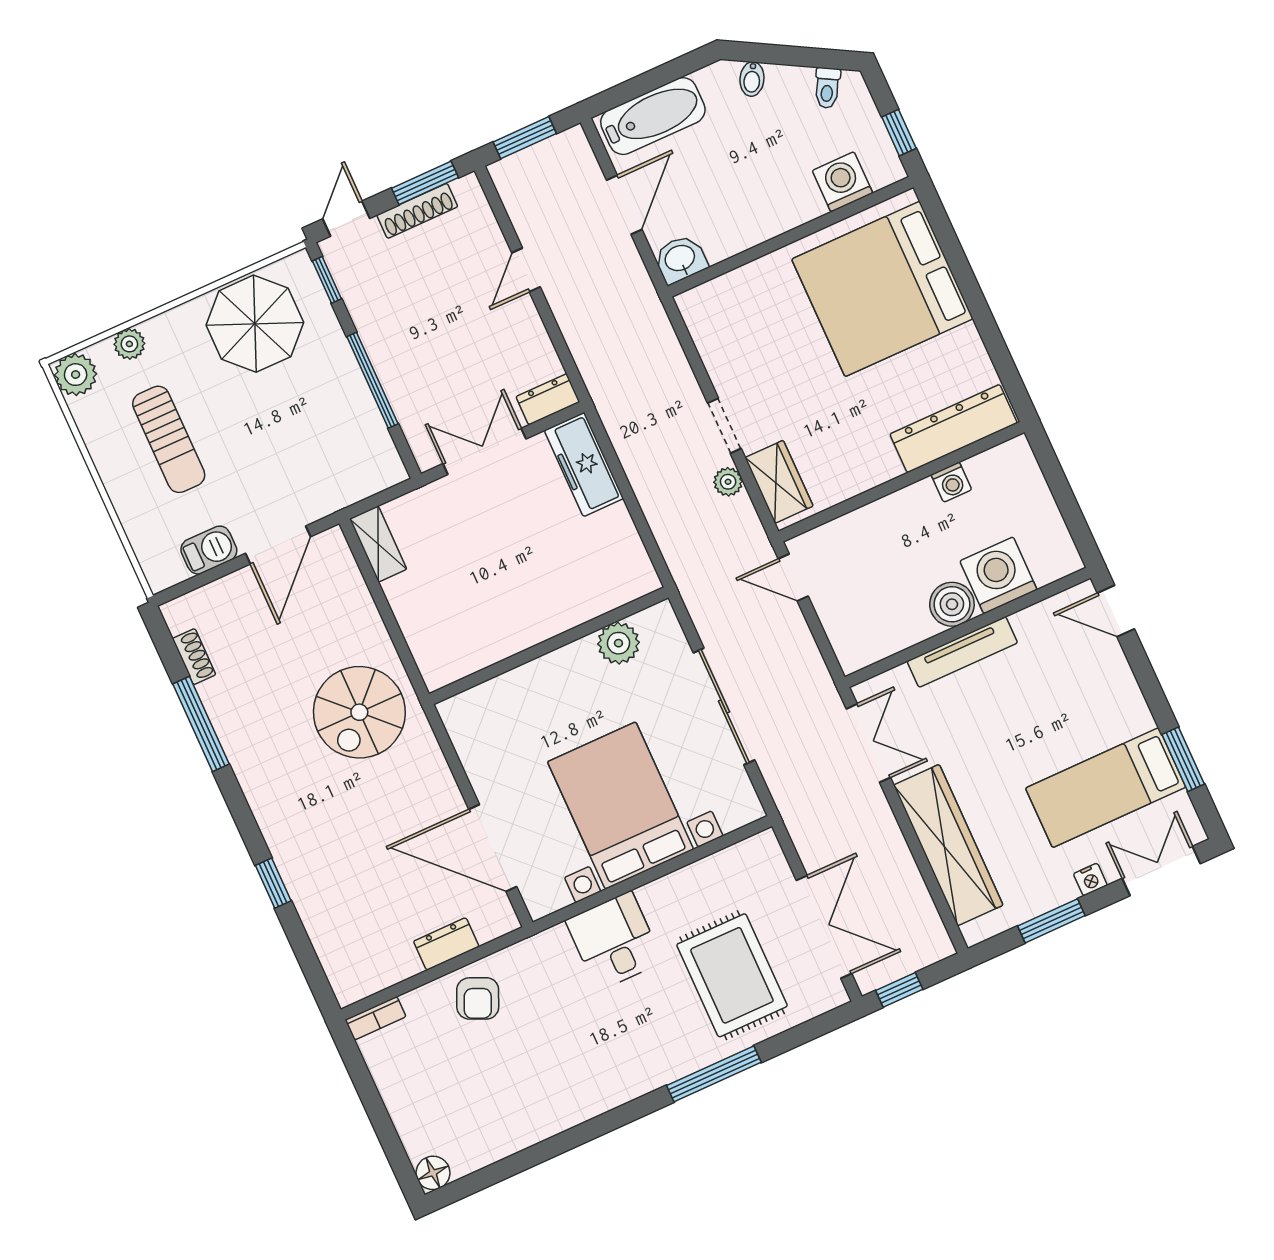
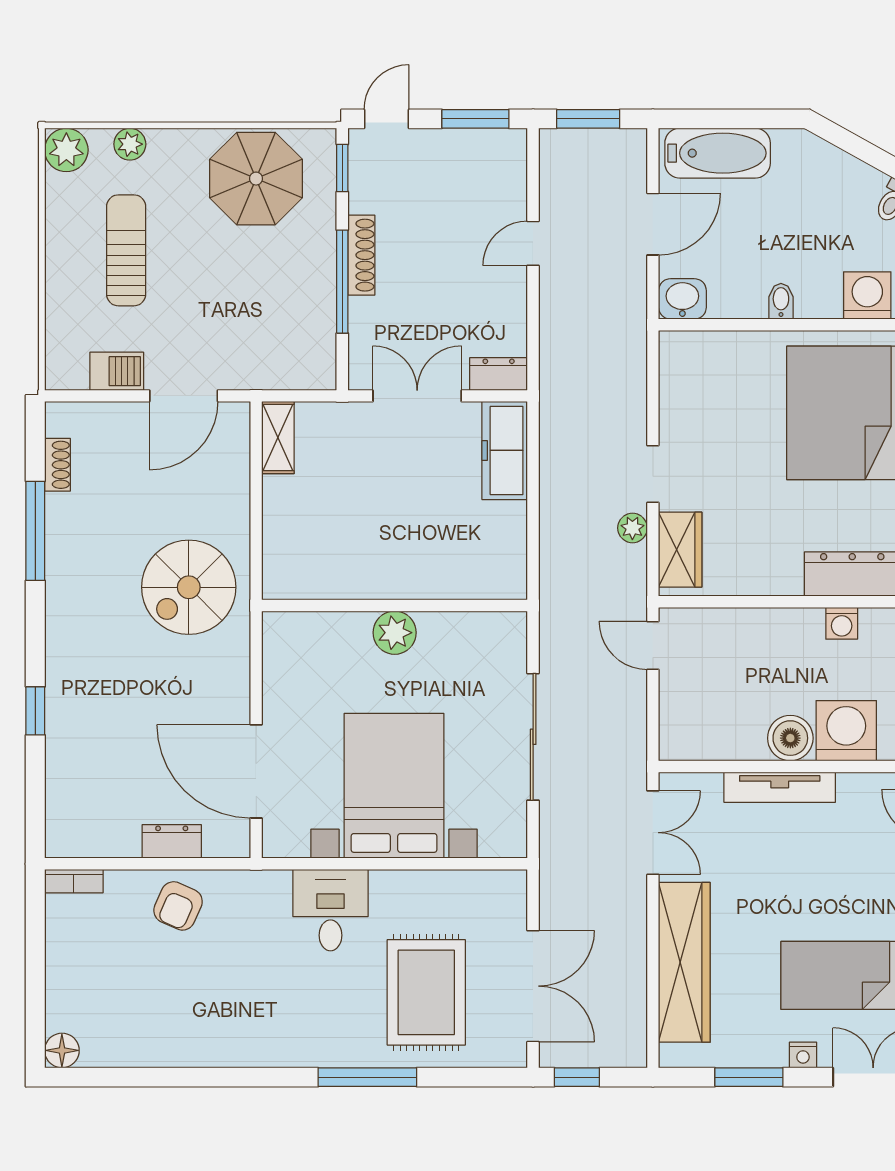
bidet: (752, 79) -> (781, 301), moved, turned 151
shoe rack: (417, 211) -> (361, 255), moved, turned -90
sun lounger: (169, 439) -> (126, 250), turned 180
plant: (618, 643) -> (395, 633), moved

